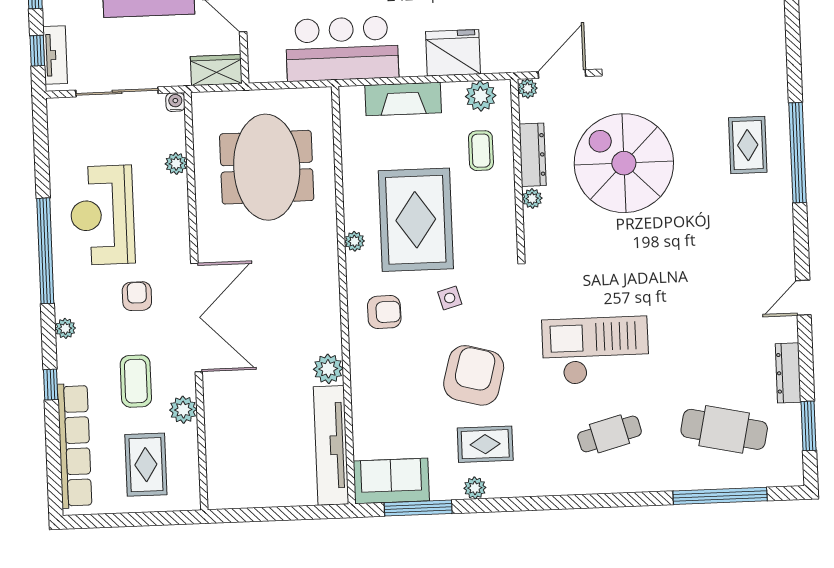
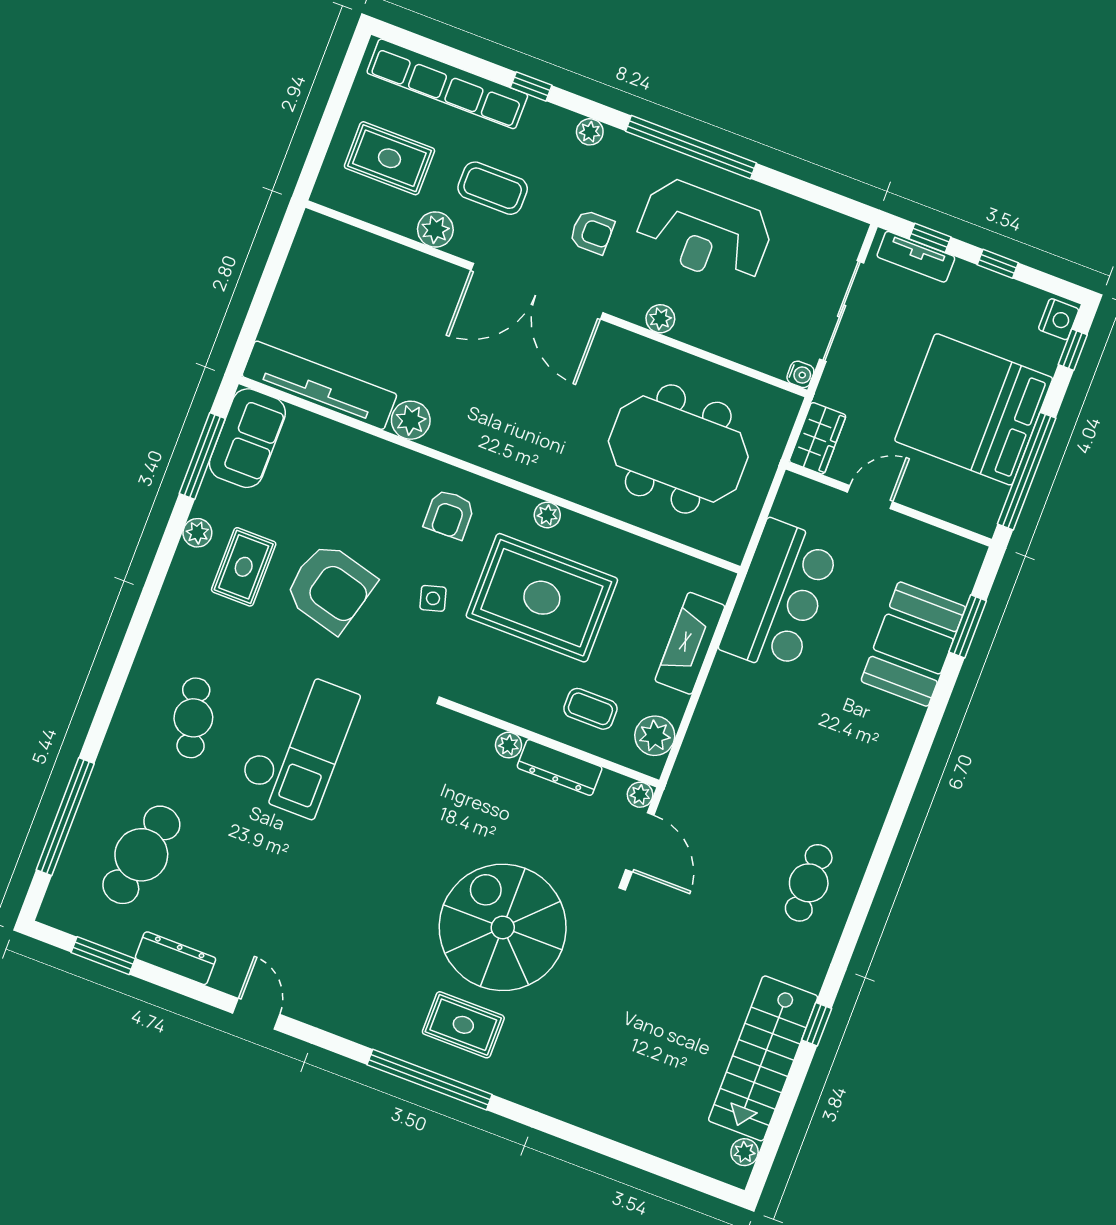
fridge: (453, 53) -> (719, 725), removed
spiral stairs: (624, 163) -> (503, 927), moved, turned -90
plant: (176, 164) -> (660, 319), moved
reception desk: (102, 215) -> (704, 232), turned 180

